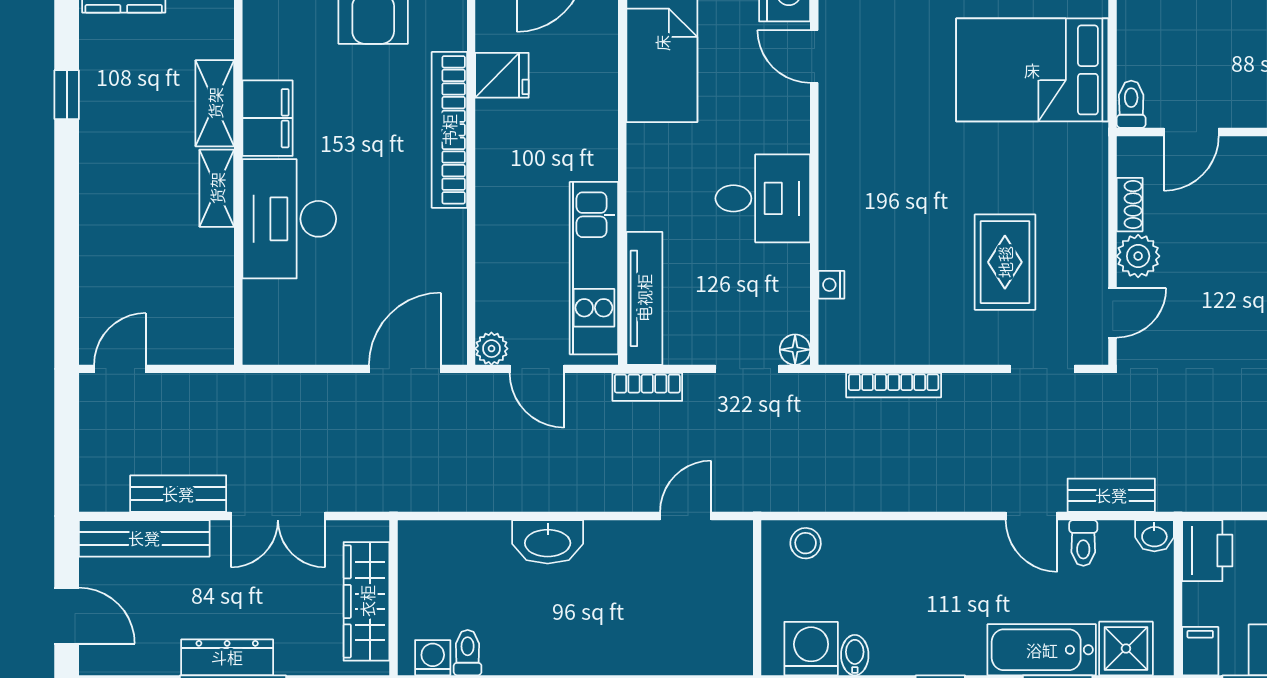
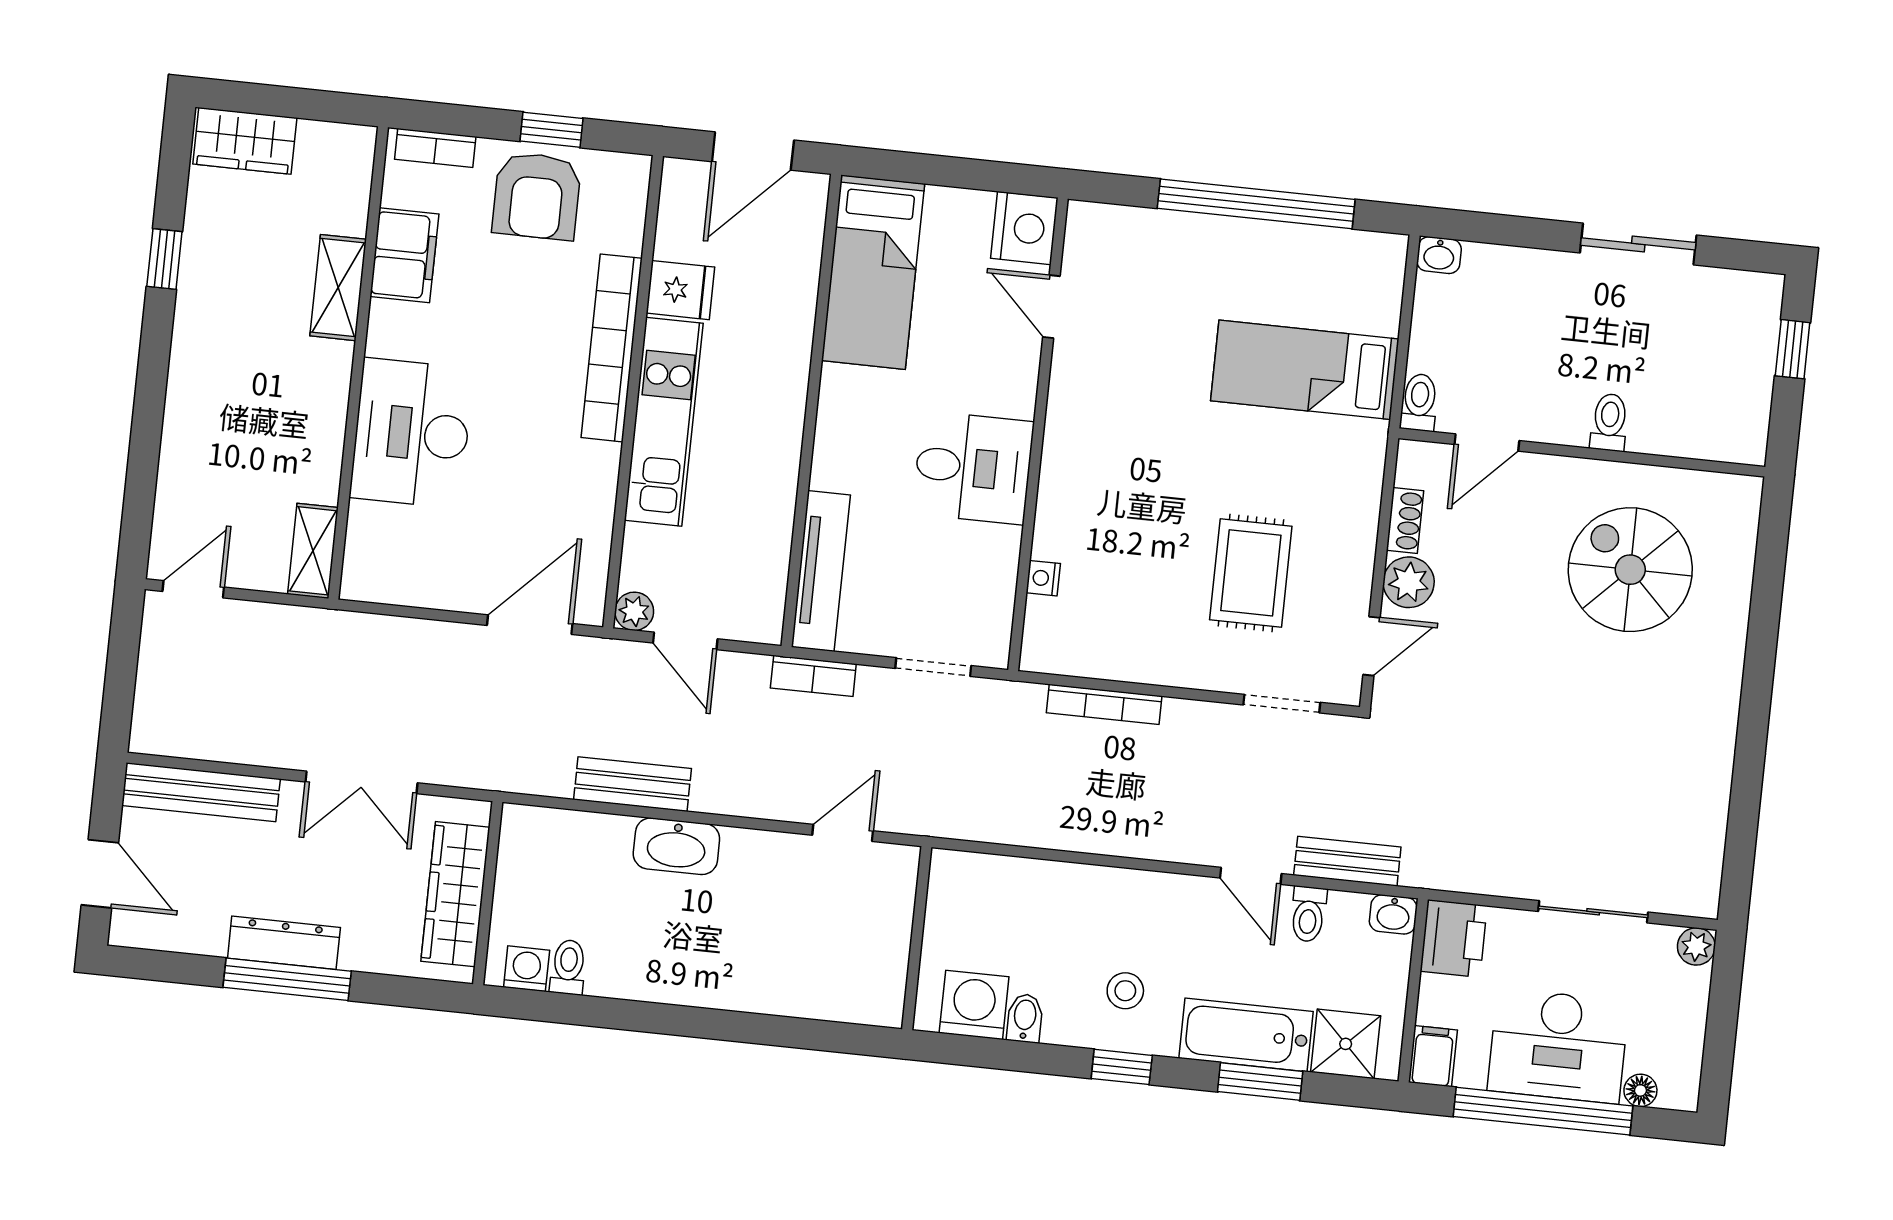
bed: (1032, 70) -> (1305, 370), width x0.67
filing cabinet: (268, 118) -> (404, 255), moved
shelving: (217, 188) -> (313, 551), moved
kitchen unit: (594, 268) -> (664, 422), moved, turned 180
floor lamp: (795, 350) -> (992, 650), removed
bench: (178, 494) -> (632, 784), moved
stool: (806, 543) -> (1125, 991), moved

